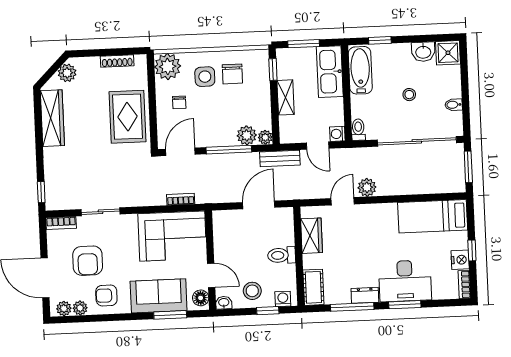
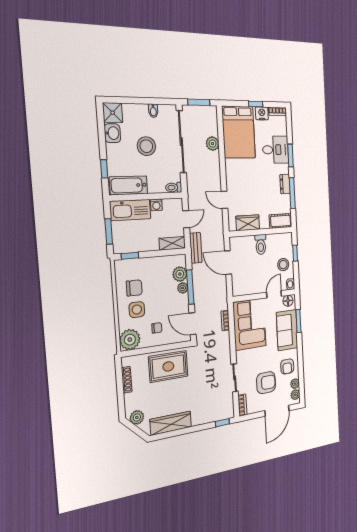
stool: (409, 95) -> (146, 146), width x1.89, depth x1.89
shelving: (286, 97) -> (172, 243), moved
washing machine: (337, 134) -> (156, 205), moved
plant: (265, 137) -> (183, 288), moved
plant: (367, 187) -> (213, 144), moved
bed: (433, 216) -> (239, 132), width x1.50
desk: (405, 281) -> (276, 150), width x0.73
washing machine: (283, 299) -> (288, 243), removed

